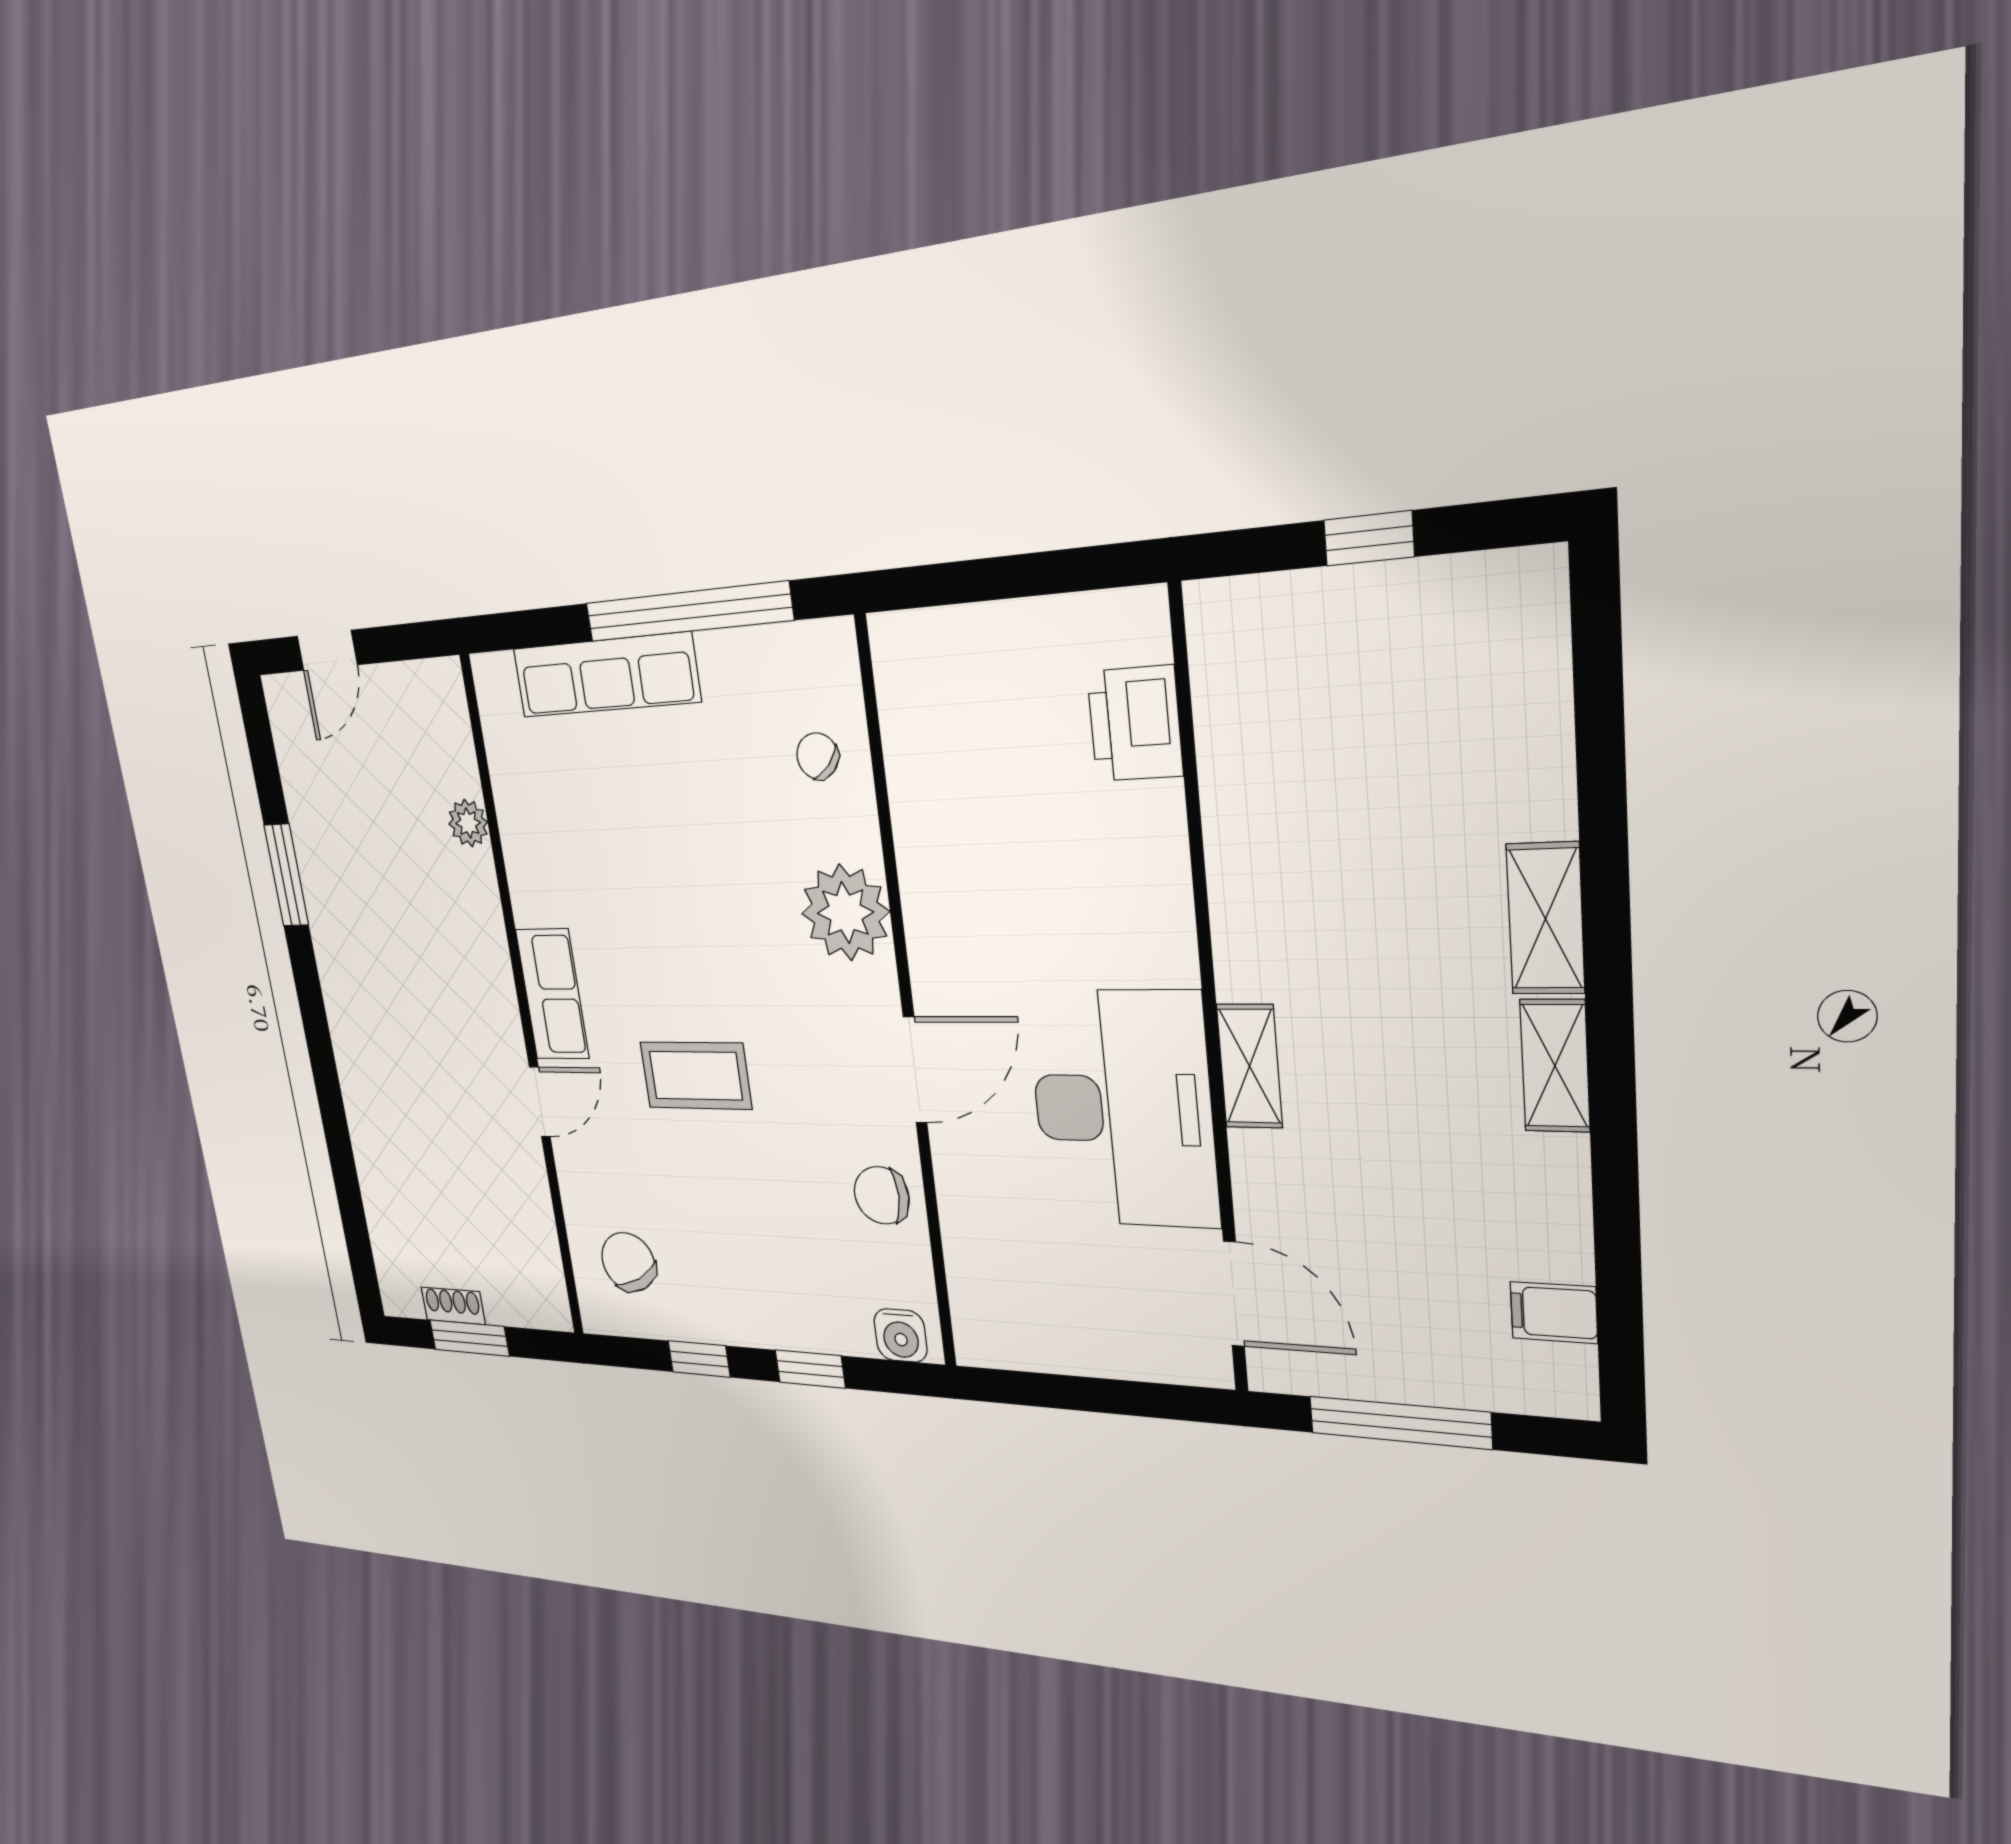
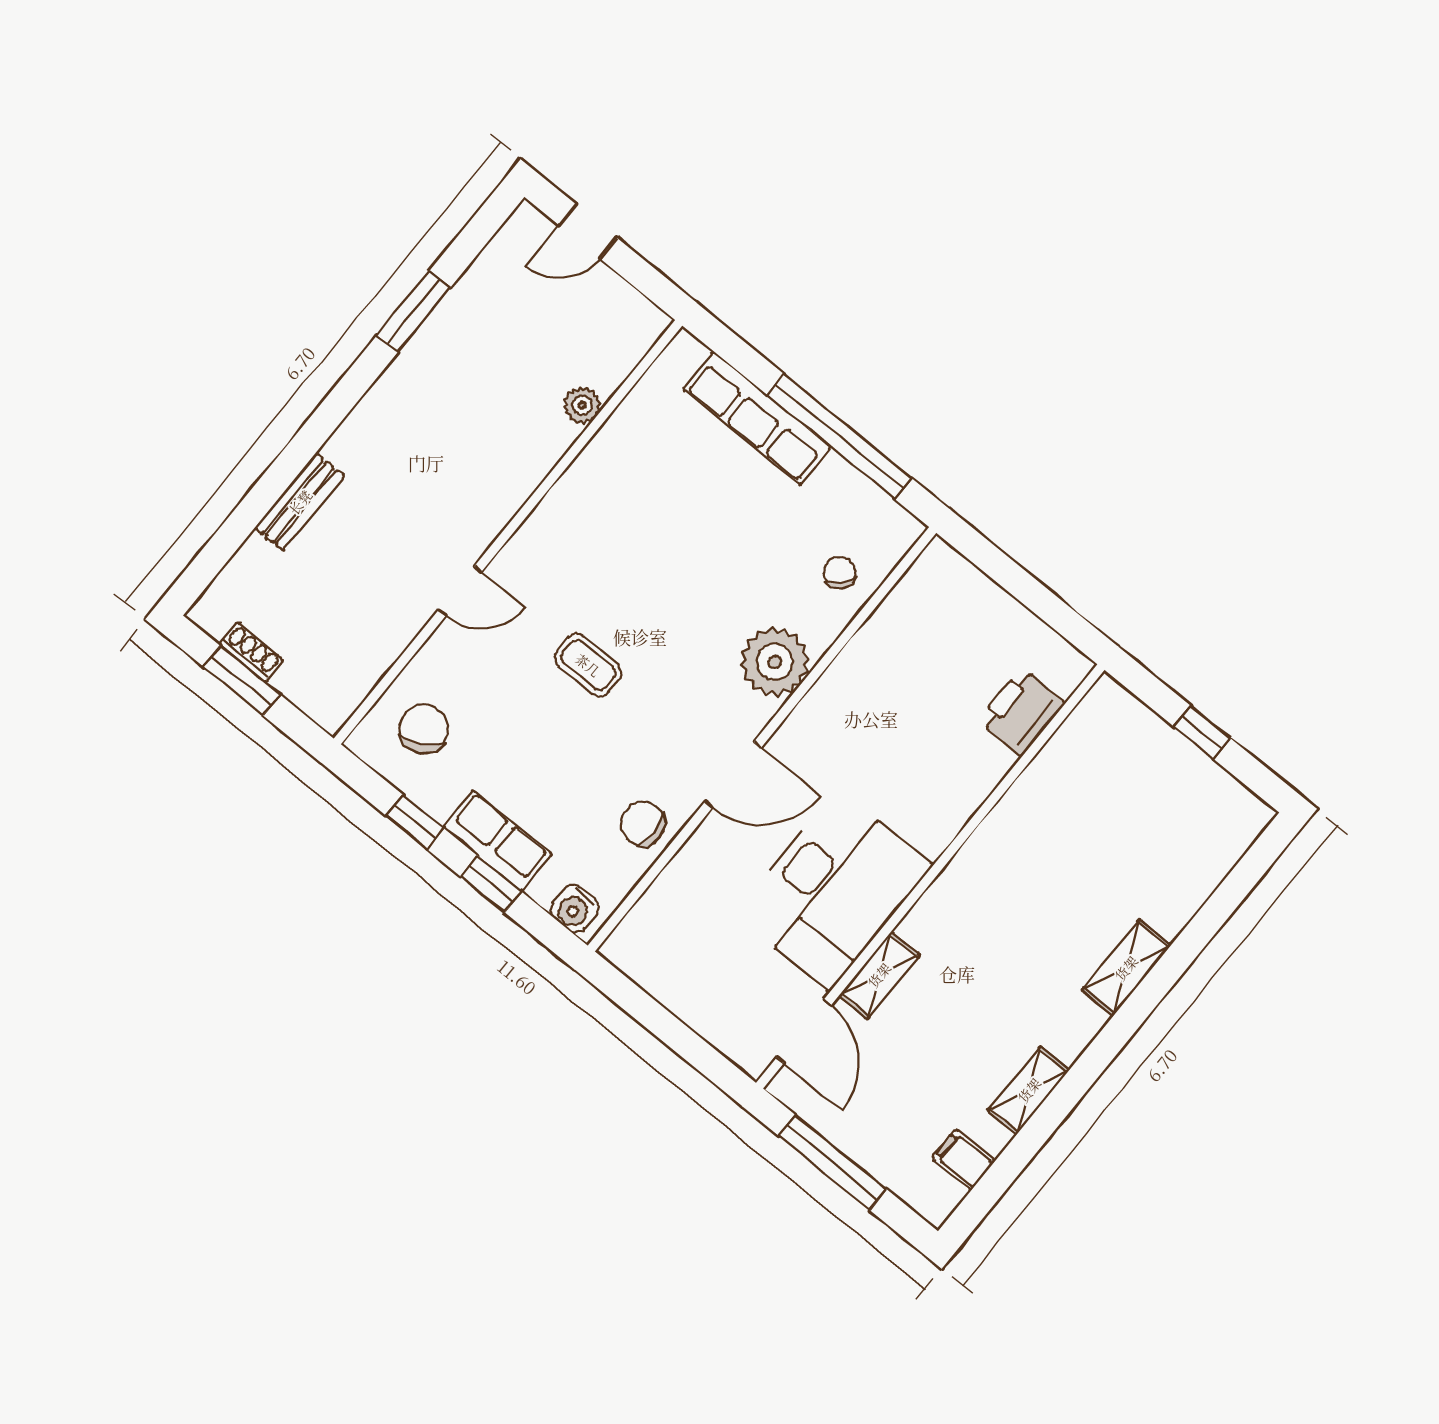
row of seats: (552, 994) -> (497, 841), moved, turned -90
shelving: (1249, 1066) -> (879, 975), moved
shelving: (1555, 1066) -> (1029, 1090), moved
coffee table: (696, 1076) -> (588, 665), width x0.73, depth x0.77
bench: (367, 1135) -> (300, 502), added

